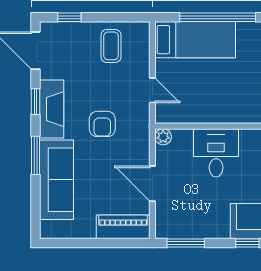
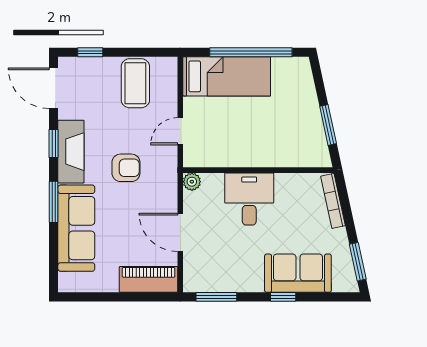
coffee table: (111, 46) -> (135, 83), width x1.36, depth x1.30
door: (152, 90) -> (180, 131), swing flipped
armchair: (102, 124) -> (126, 168), turned -90

